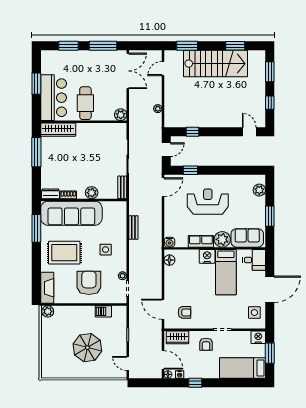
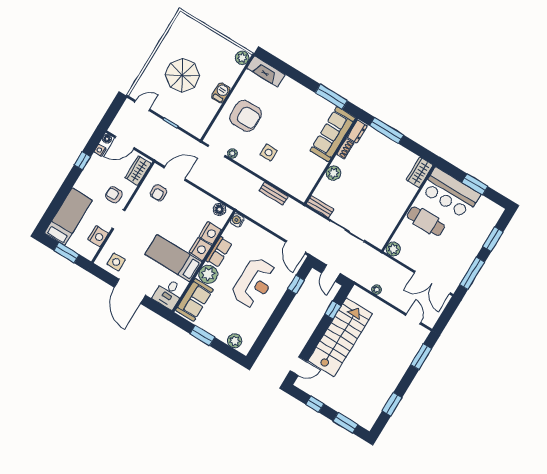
stairs: (215, 64) -> (340, 337), moved, turned 180
wardrobe: (58, 130) -> (420, 172), width x0.67
window: (36, 152) -> (386, 130), moved
sofa: (71, 213) -> (333, 134), width x0.74, depth x0.79
rug: (64, 253) -> (290, 110), removed
nightstand: (191, 256) -> (210, 233), added
barbecue: (103, 311) -> (221, 93), moved
nightstand: (258, 337) -> (98, 236), moved

